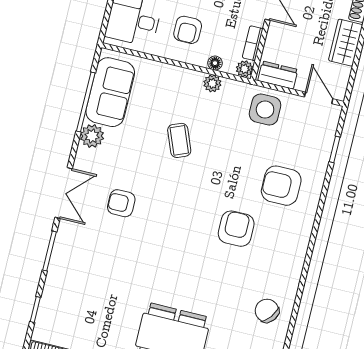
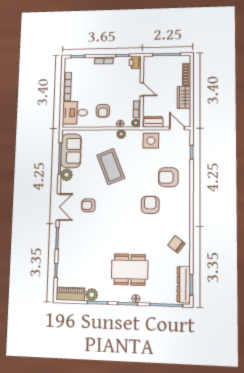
coffee table: (179, 140) -> (111, 167), width x1.86, depth x1.72

